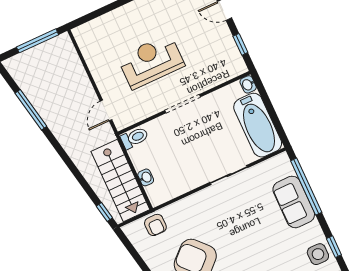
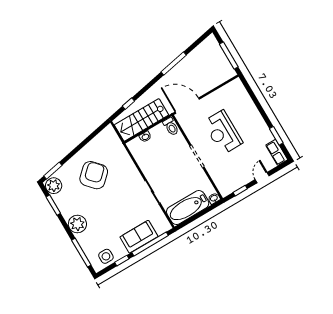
reception desk: (151, 61) -> (223, 132), turned 180
window: (31, 110) -> (174, 64), moved
door: (106, 110) -> (187, 106), width x1.87
window: (104, 212) -> (128, 104), moved
armchair: (155, 225) -> (114, 146), removed
window: (334, 247) -> (122, 261), moved

